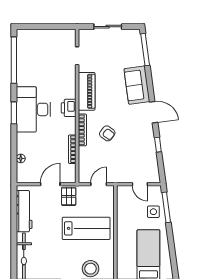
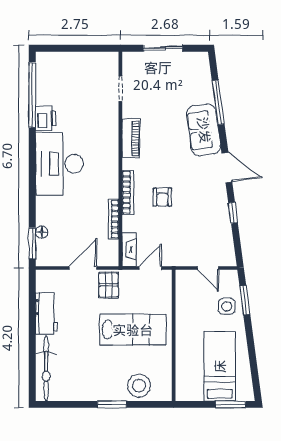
window: (145, 50) -> (218, 102), moved
piano: (87, 91) -> (131, 138), width x0.73, depth x0.75
printer: (69, 108) -> (46, 118), moved, turned 180
window: (14, 113) -> (32, 243), moved
armchair: (107, 133) -> (162, 197), turned 53
fireplace: (83, 171) -> (129, 250), added
window: (166, 207) -> (245, 300), width x0.69
workbench: (24, 211) -> (46, 313), width x0.73

